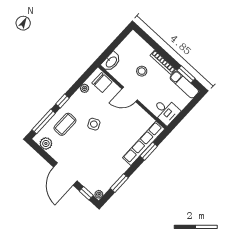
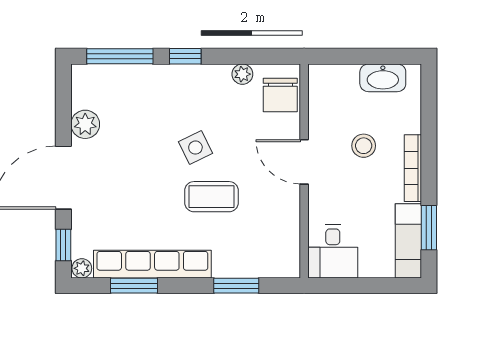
washbasin: (111, 62) -> (383, 78), moved
coffee table: (65, 124) -> (212, 197), moved
plant: (46, 143) -> (85, 124), moved
row of seats: (144, 143) -> (152, 264), moved

